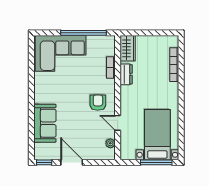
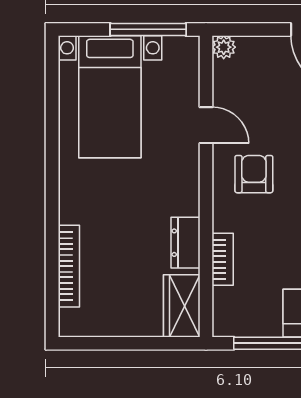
armchair: (98, 103) -> (254, 174), turned 180
plant: (110, 143) -> (224, 47), moved
window: (156, 162) -> (148, 29), moved

